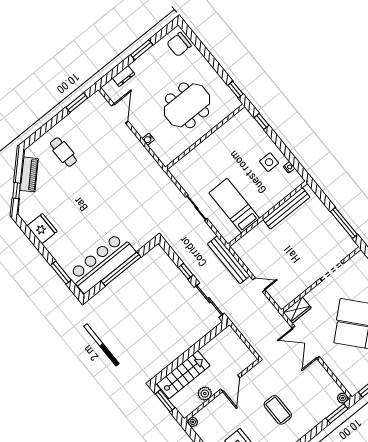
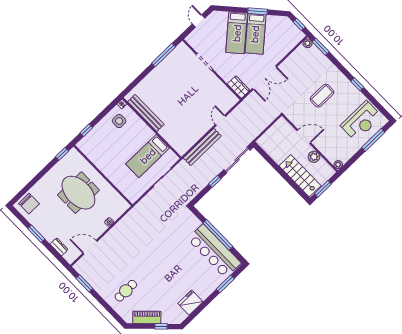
bed: (234, 206) -> (148, 156), moved
bench: (286, 208) -> (146, 113), moved
wall: (268, 214) -> (152, 128), moved

